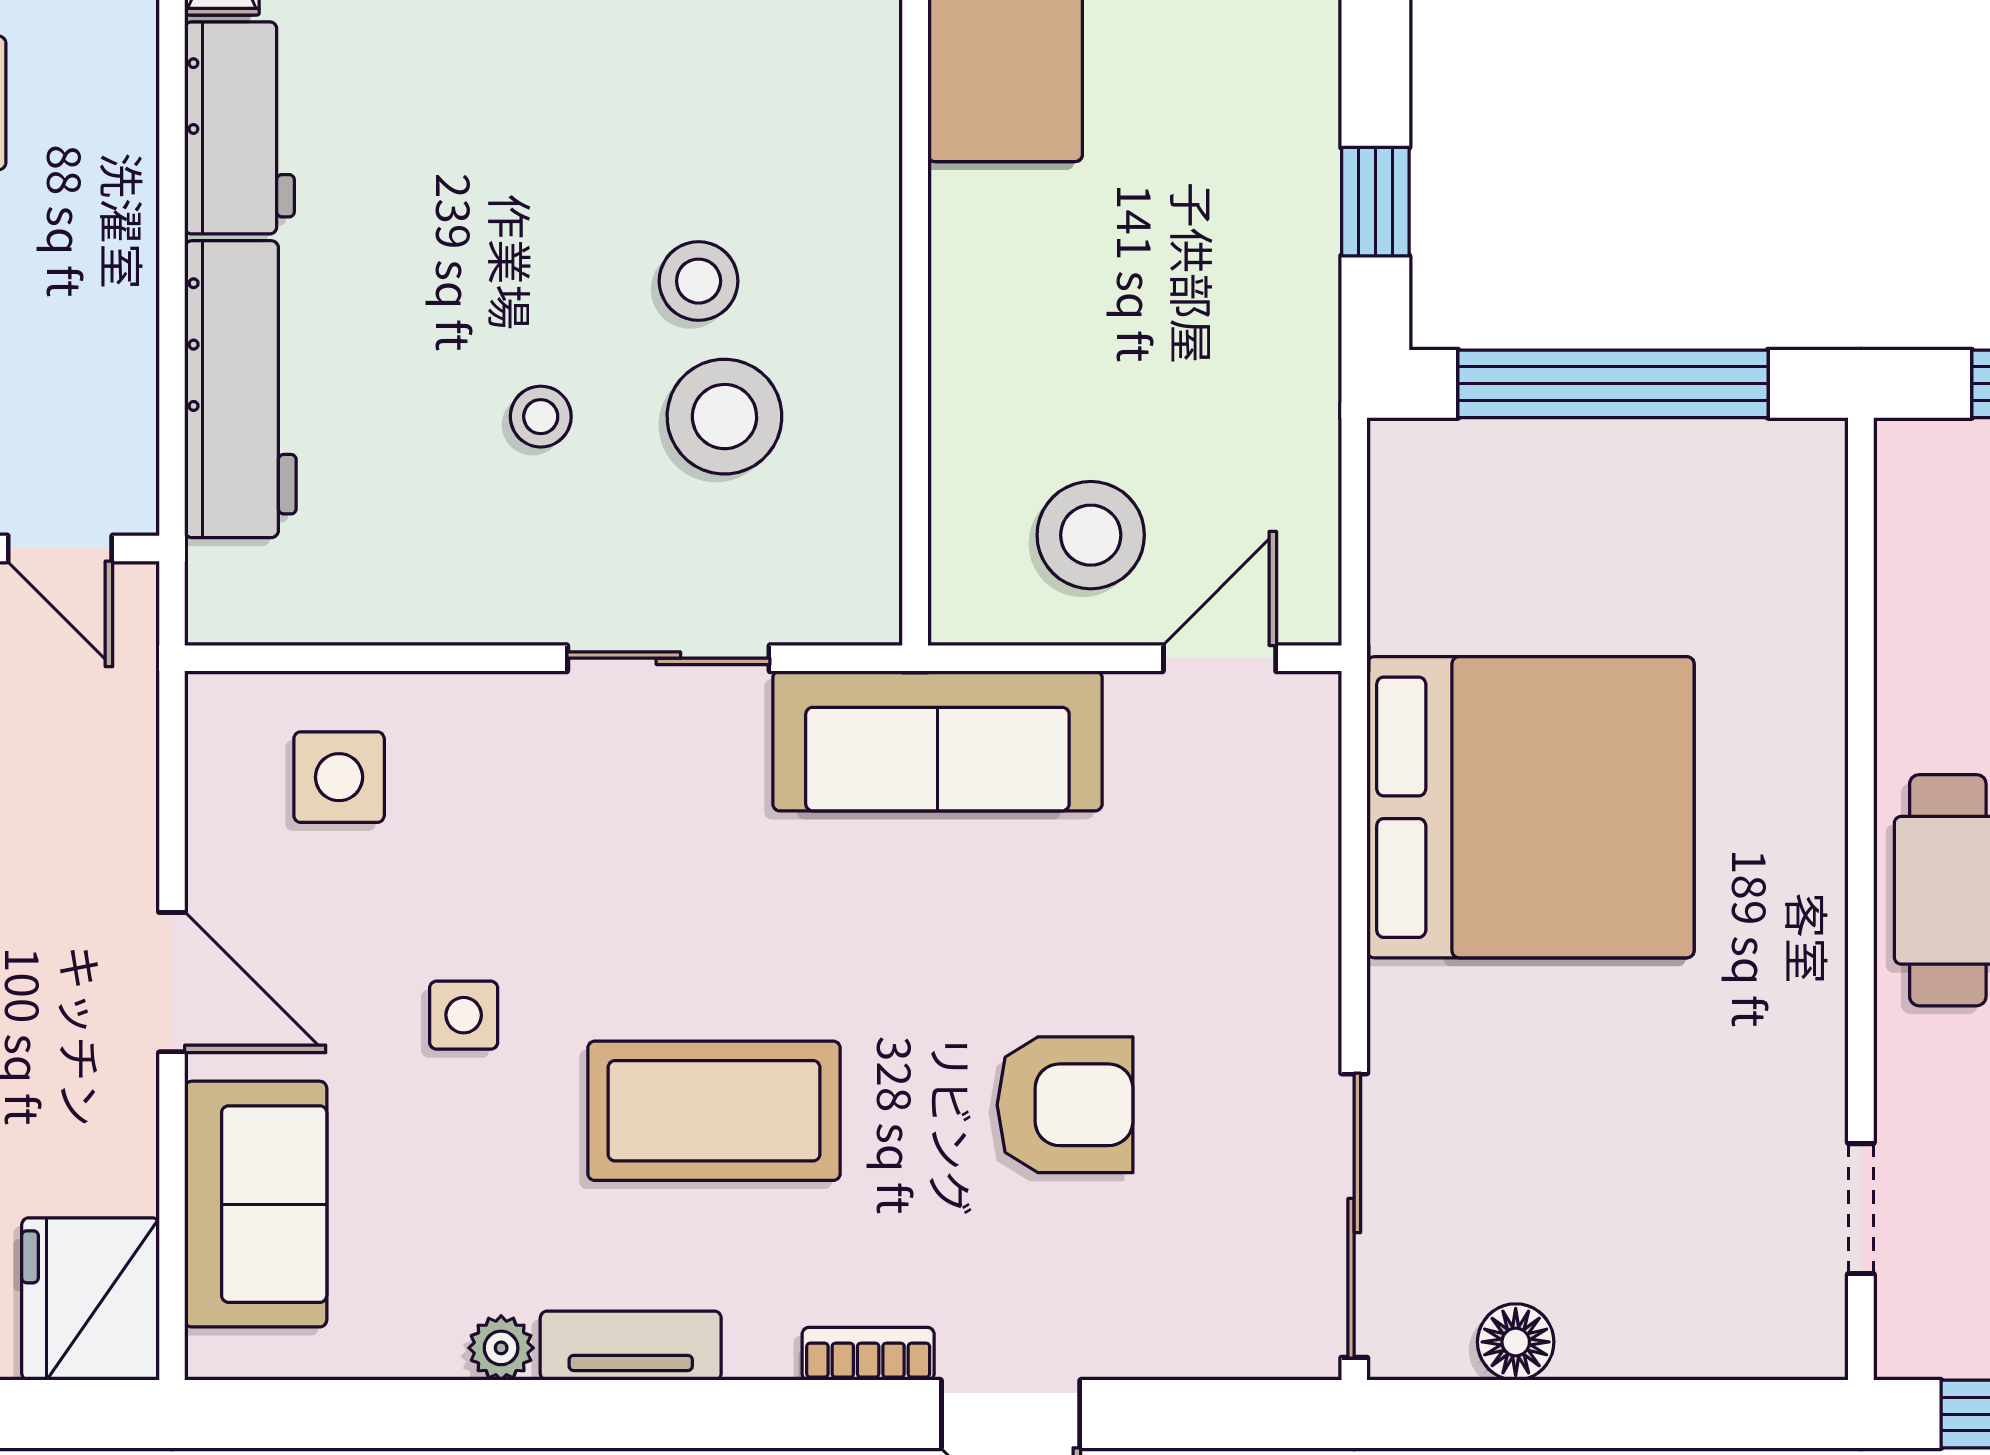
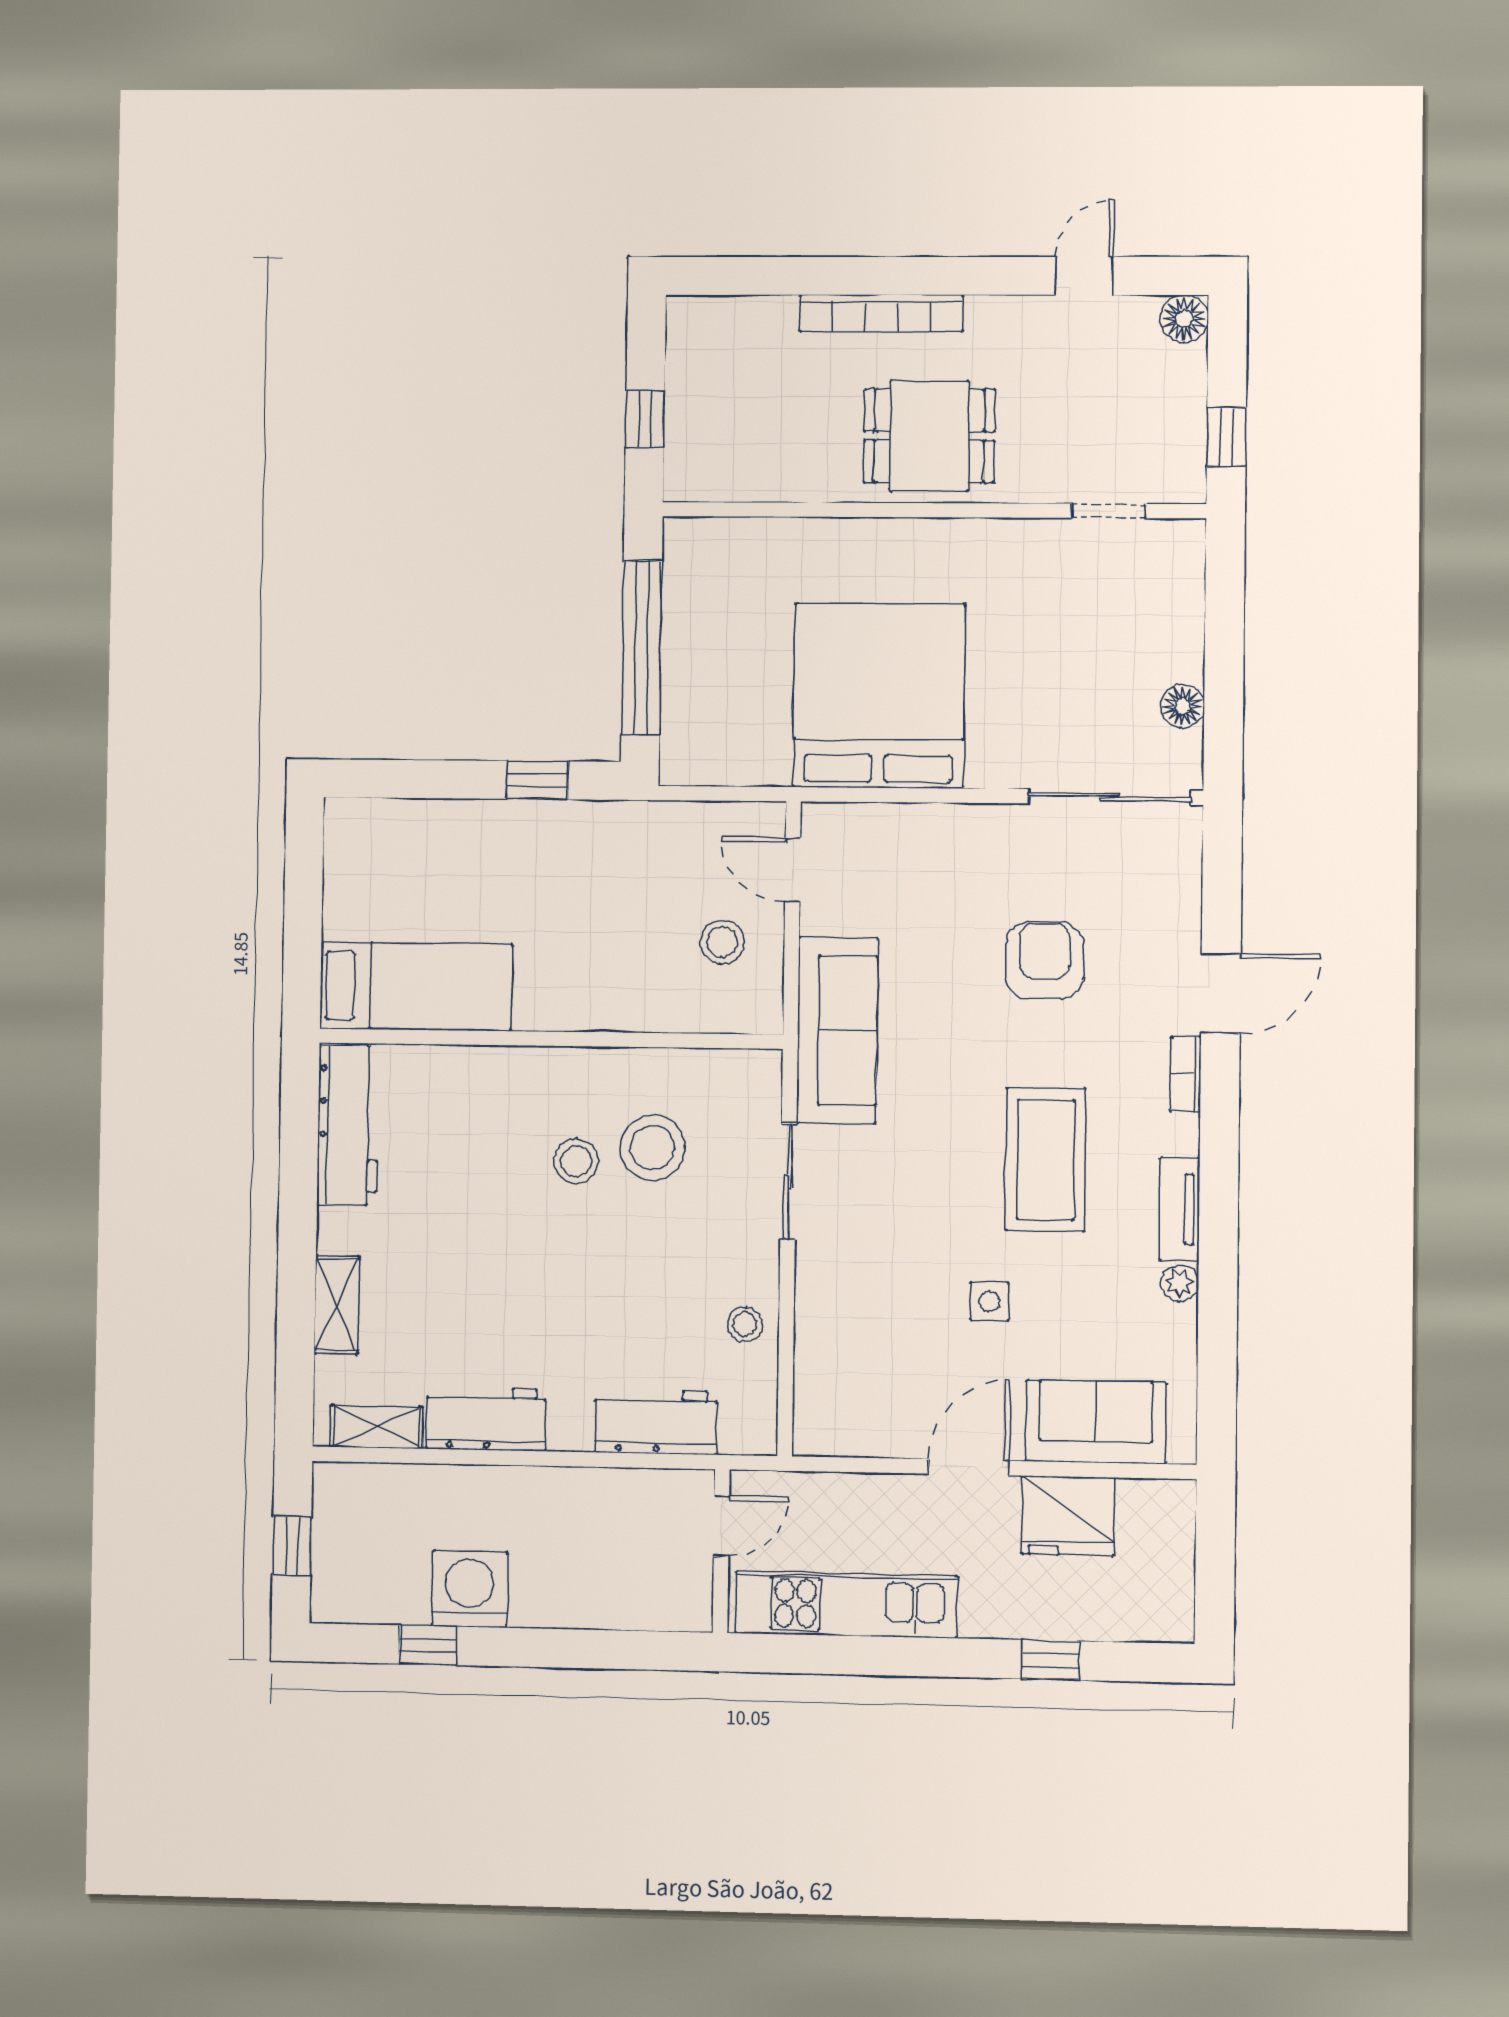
workbench: (240, 389) -> (656, 1422), width x0.73
stool: (541, 417) -> (745, 1324), moved
stool: (1091, 535) -> (722, 942), width x0.73, depth x0.73
side table: (339, 777) -> (853, 1370), removed
fridge: (91, 1299) -> (1068, 1516), moved

